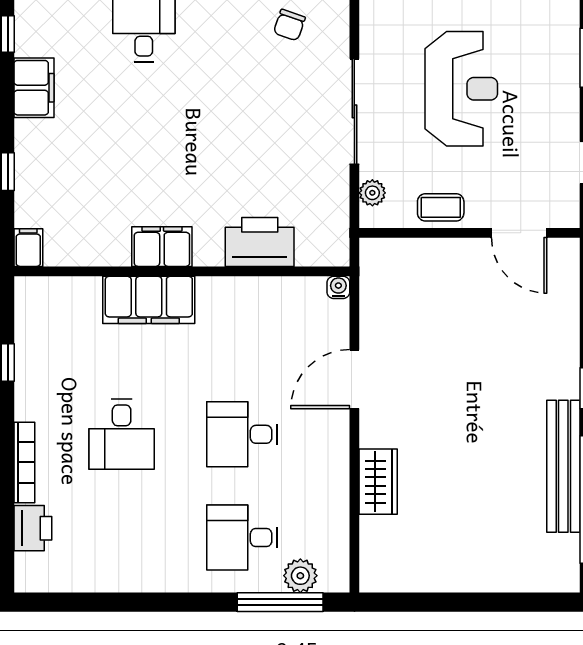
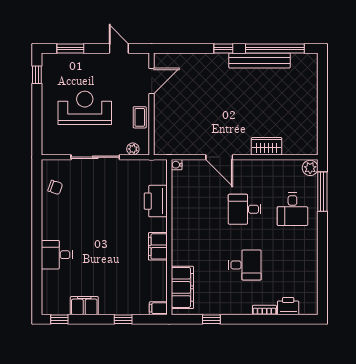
filing cabinet: (149, 300) -> (182, 287), moved
desk: (242, 434) -> (245, 209), turned 90
bookcase: (24, 462) -> (264, 310), width x0.64
plant: (300, 576) -> (310, 168), moved

